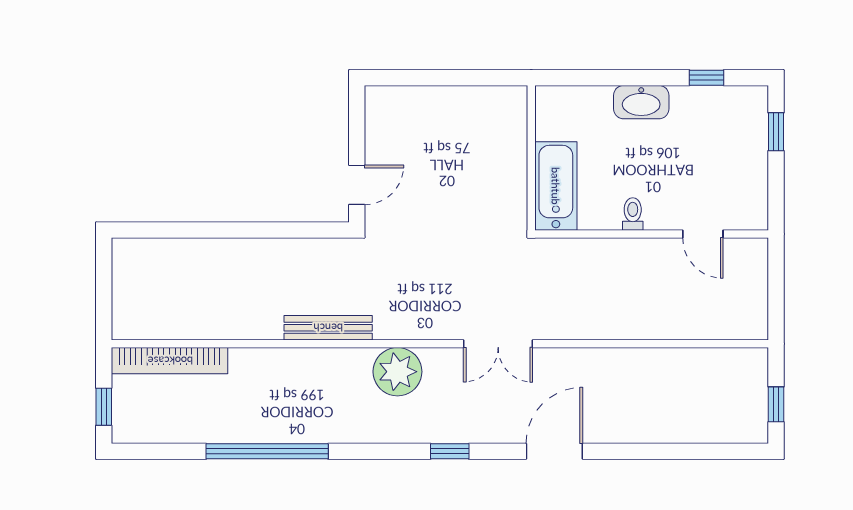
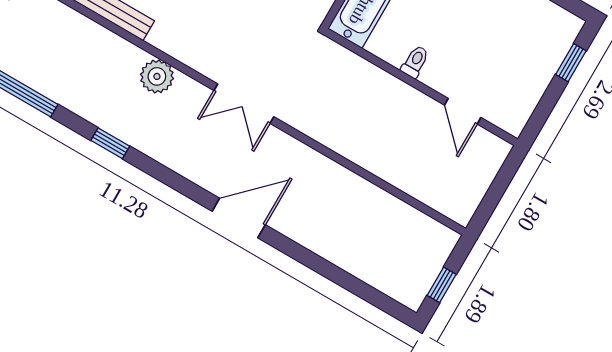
plant: (397, 372) -> (157, 76), width x0.73, depth x0.73
window: (450, 451) -> (110, 143), moved

